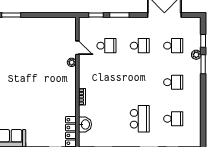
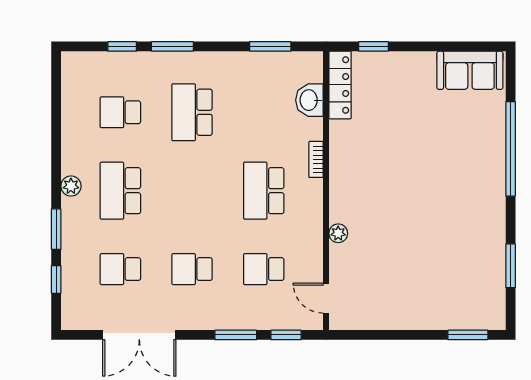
door: (77, 48) -> (326, 298), moved
plant: (196, 55) -> (71, 186), moved
school desk: (106, 82) -> (264, 191), added
school desk: (173, 82) -> (120, 191), width x1.85

